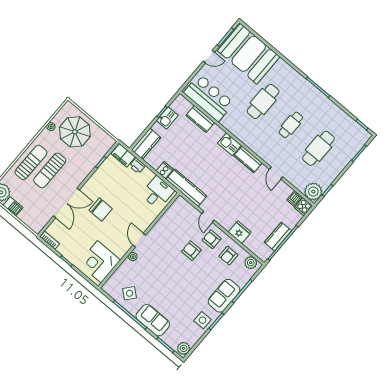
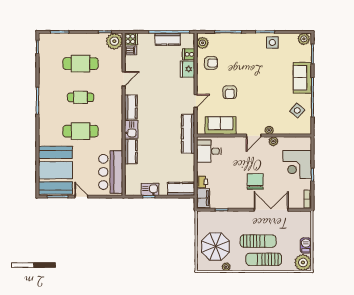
kitchen counter: (200, 119) -> (131, 152), moved
cooker: (165, 170) -> (189, 54), moved
armchair: (212, 239) -> (209, 85), removed
plant: (121, 252) -> (273, 141), added
corner desk: (99, 262) -> (297, 164), moved, turned 90
sofa: (224, 296) -> (221, 126), moved, turned 180

